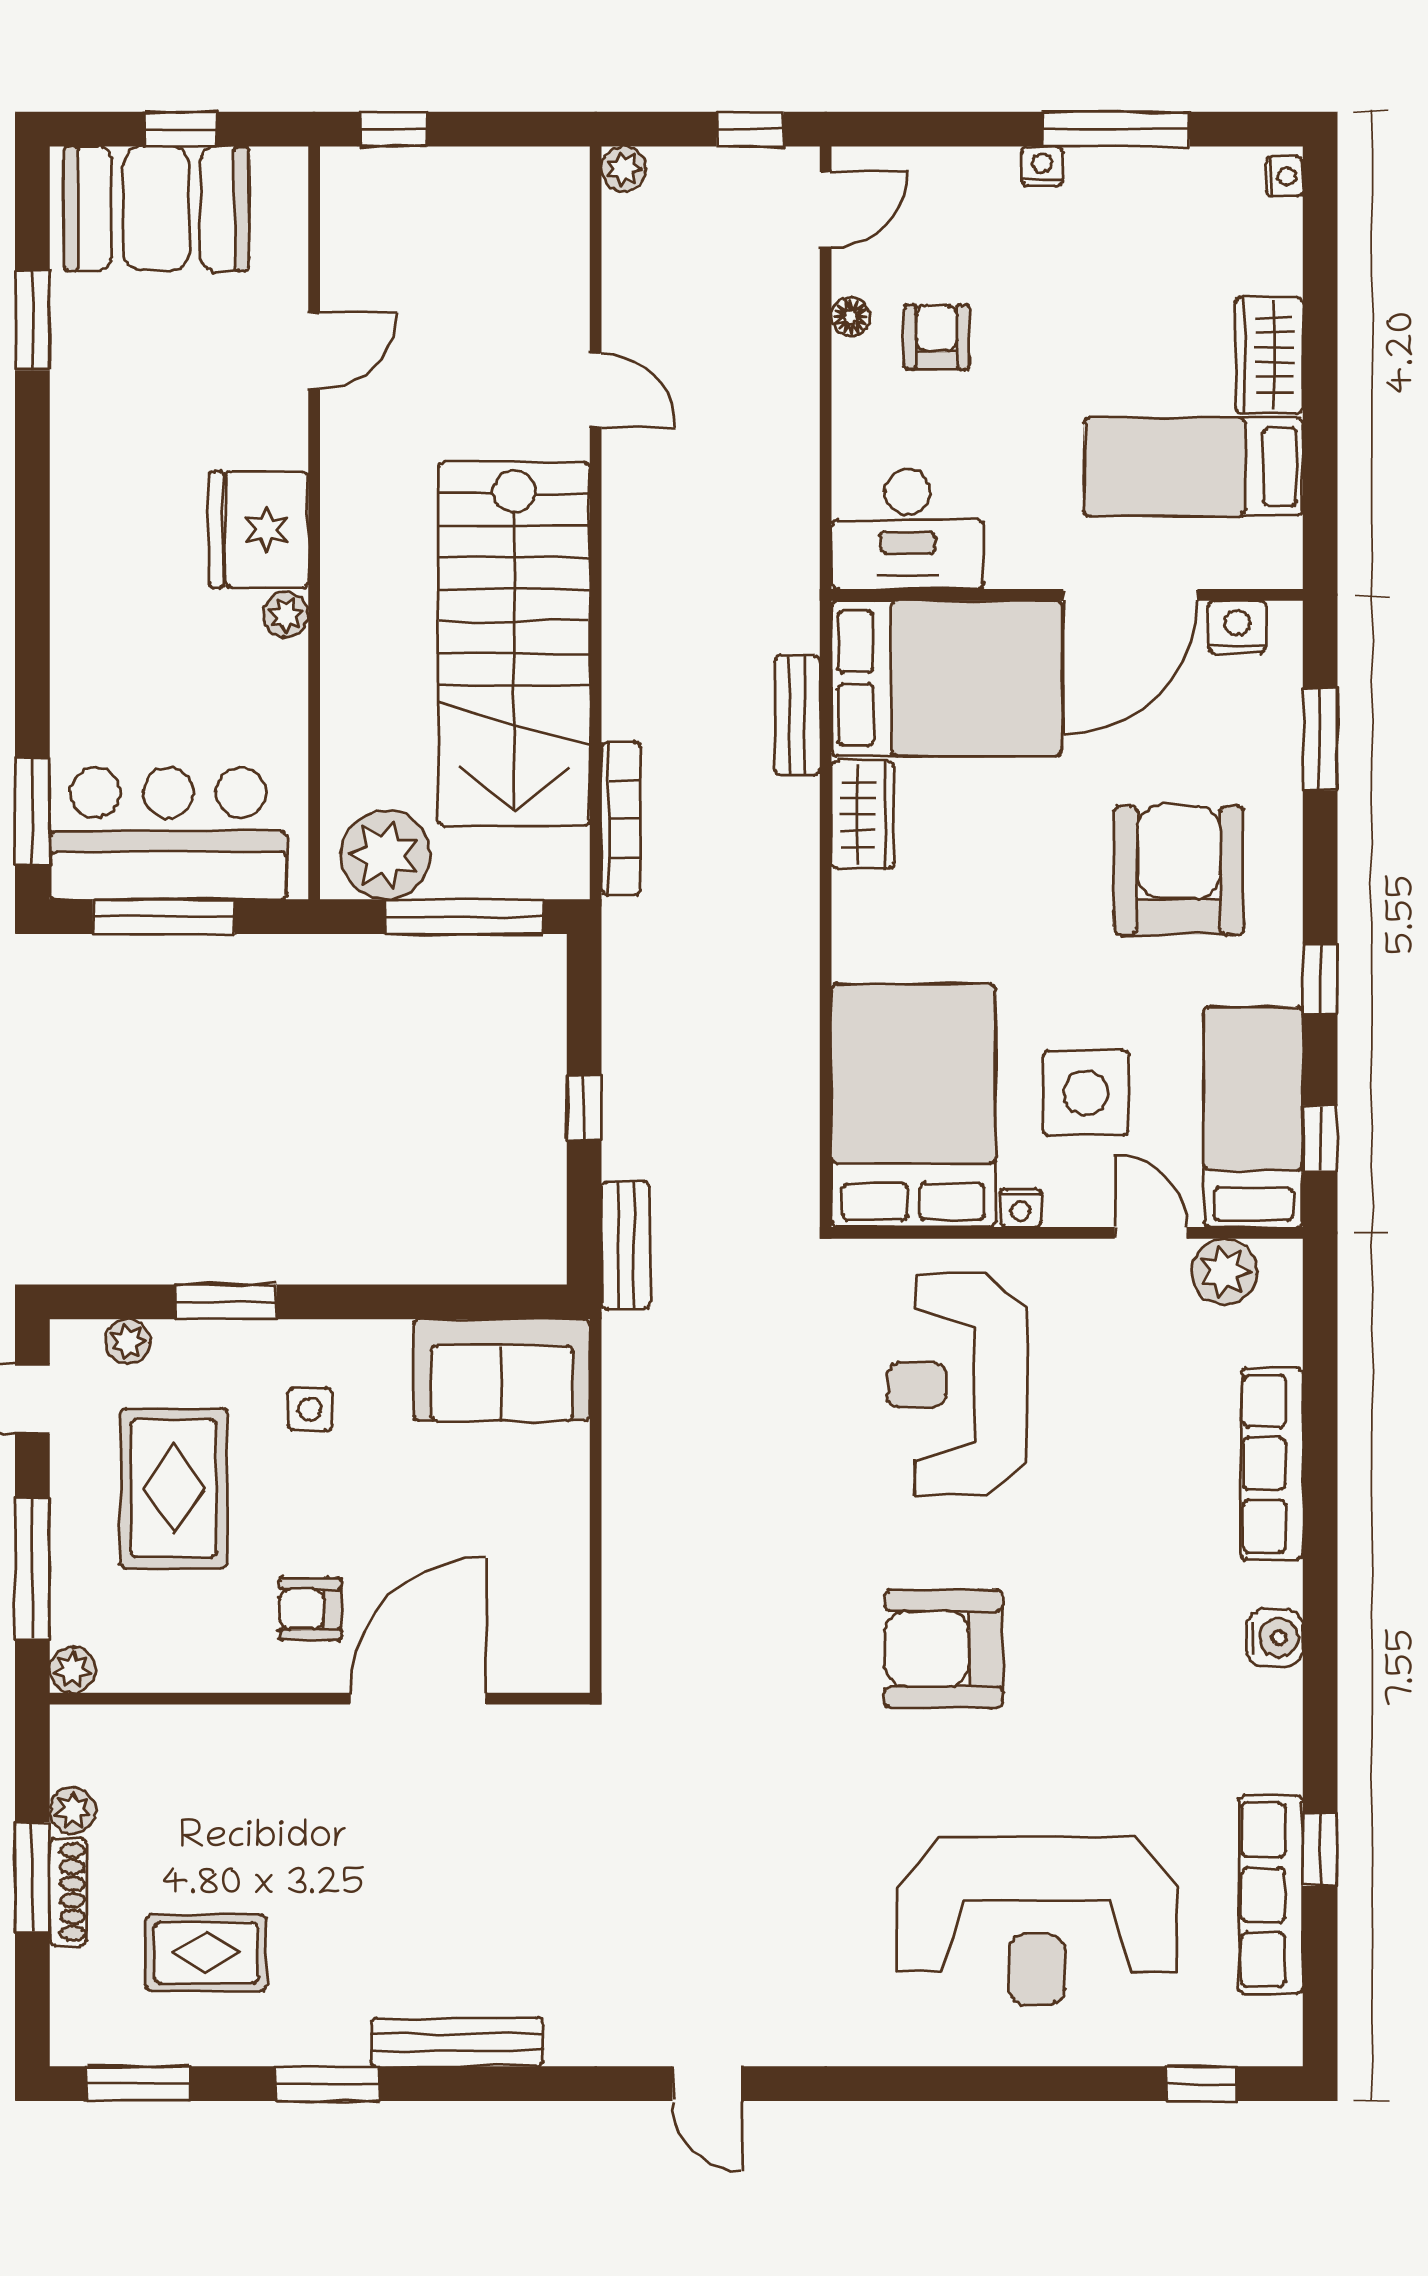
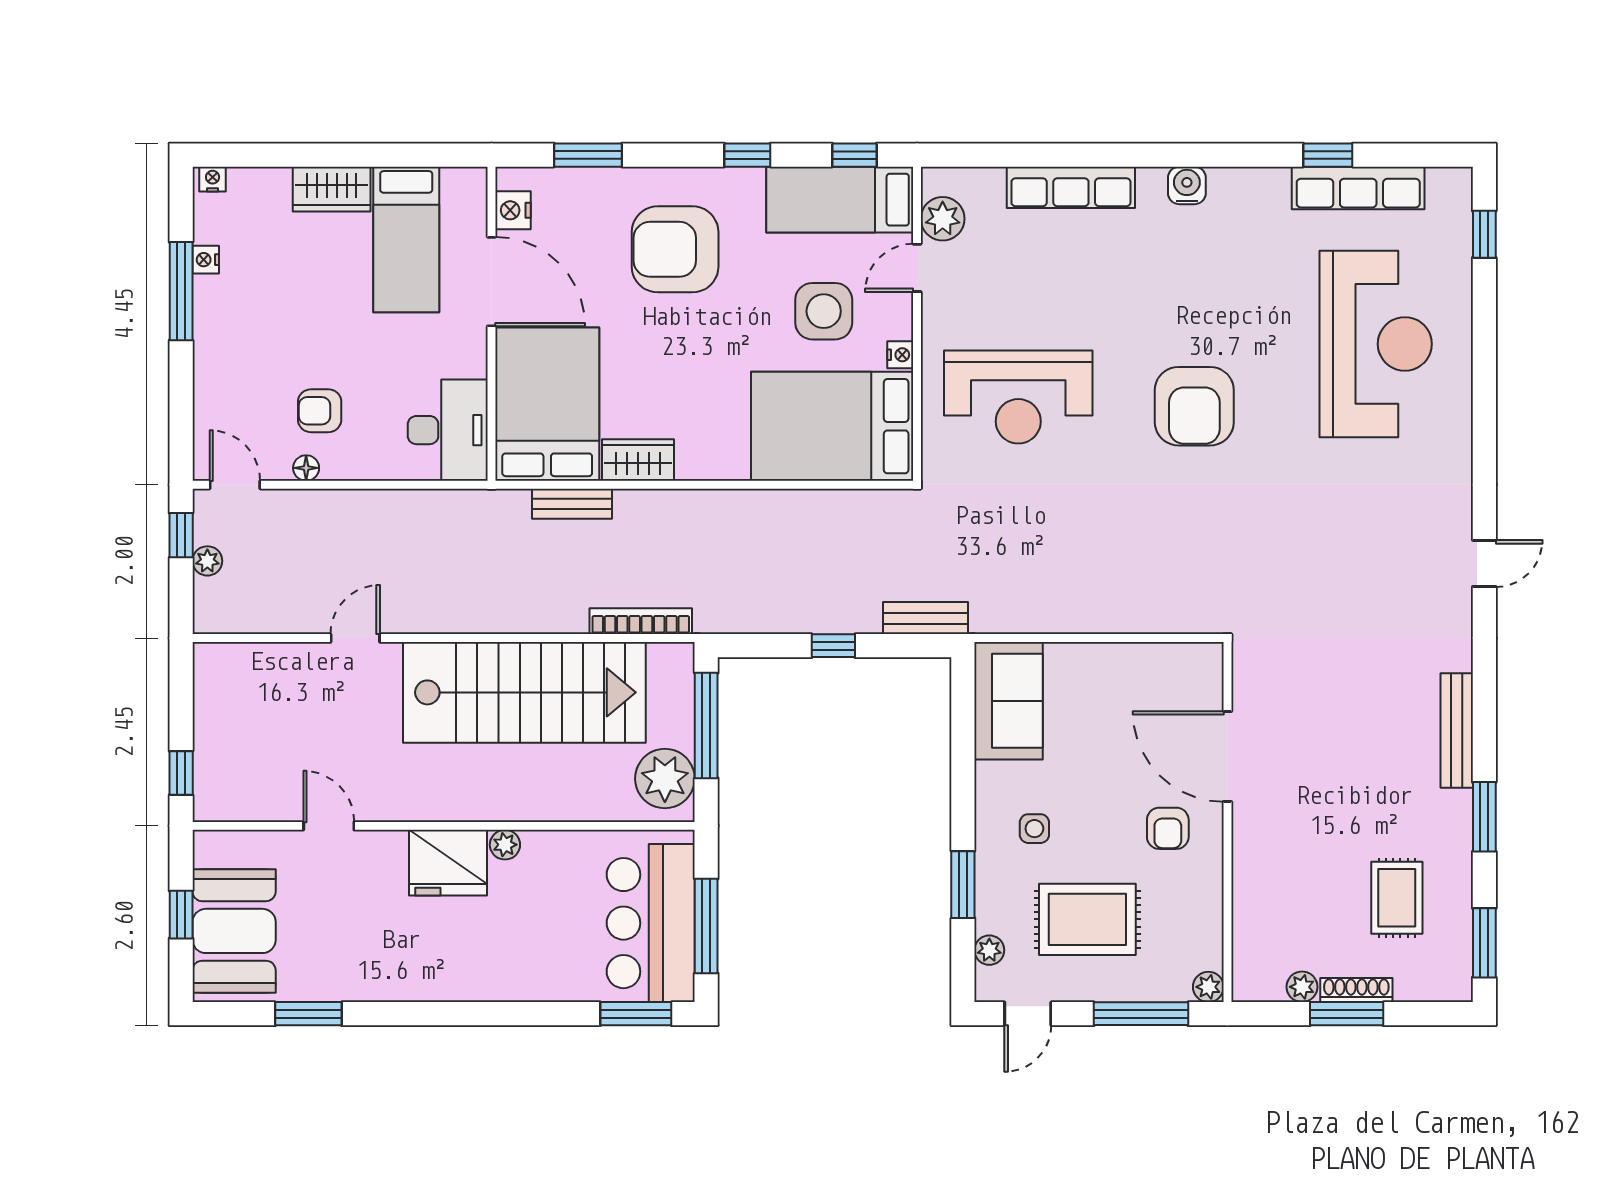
nightstand: (1042, 166) -> (206, 260), moved
plant: (624, 169) -> (207, 561), moved

